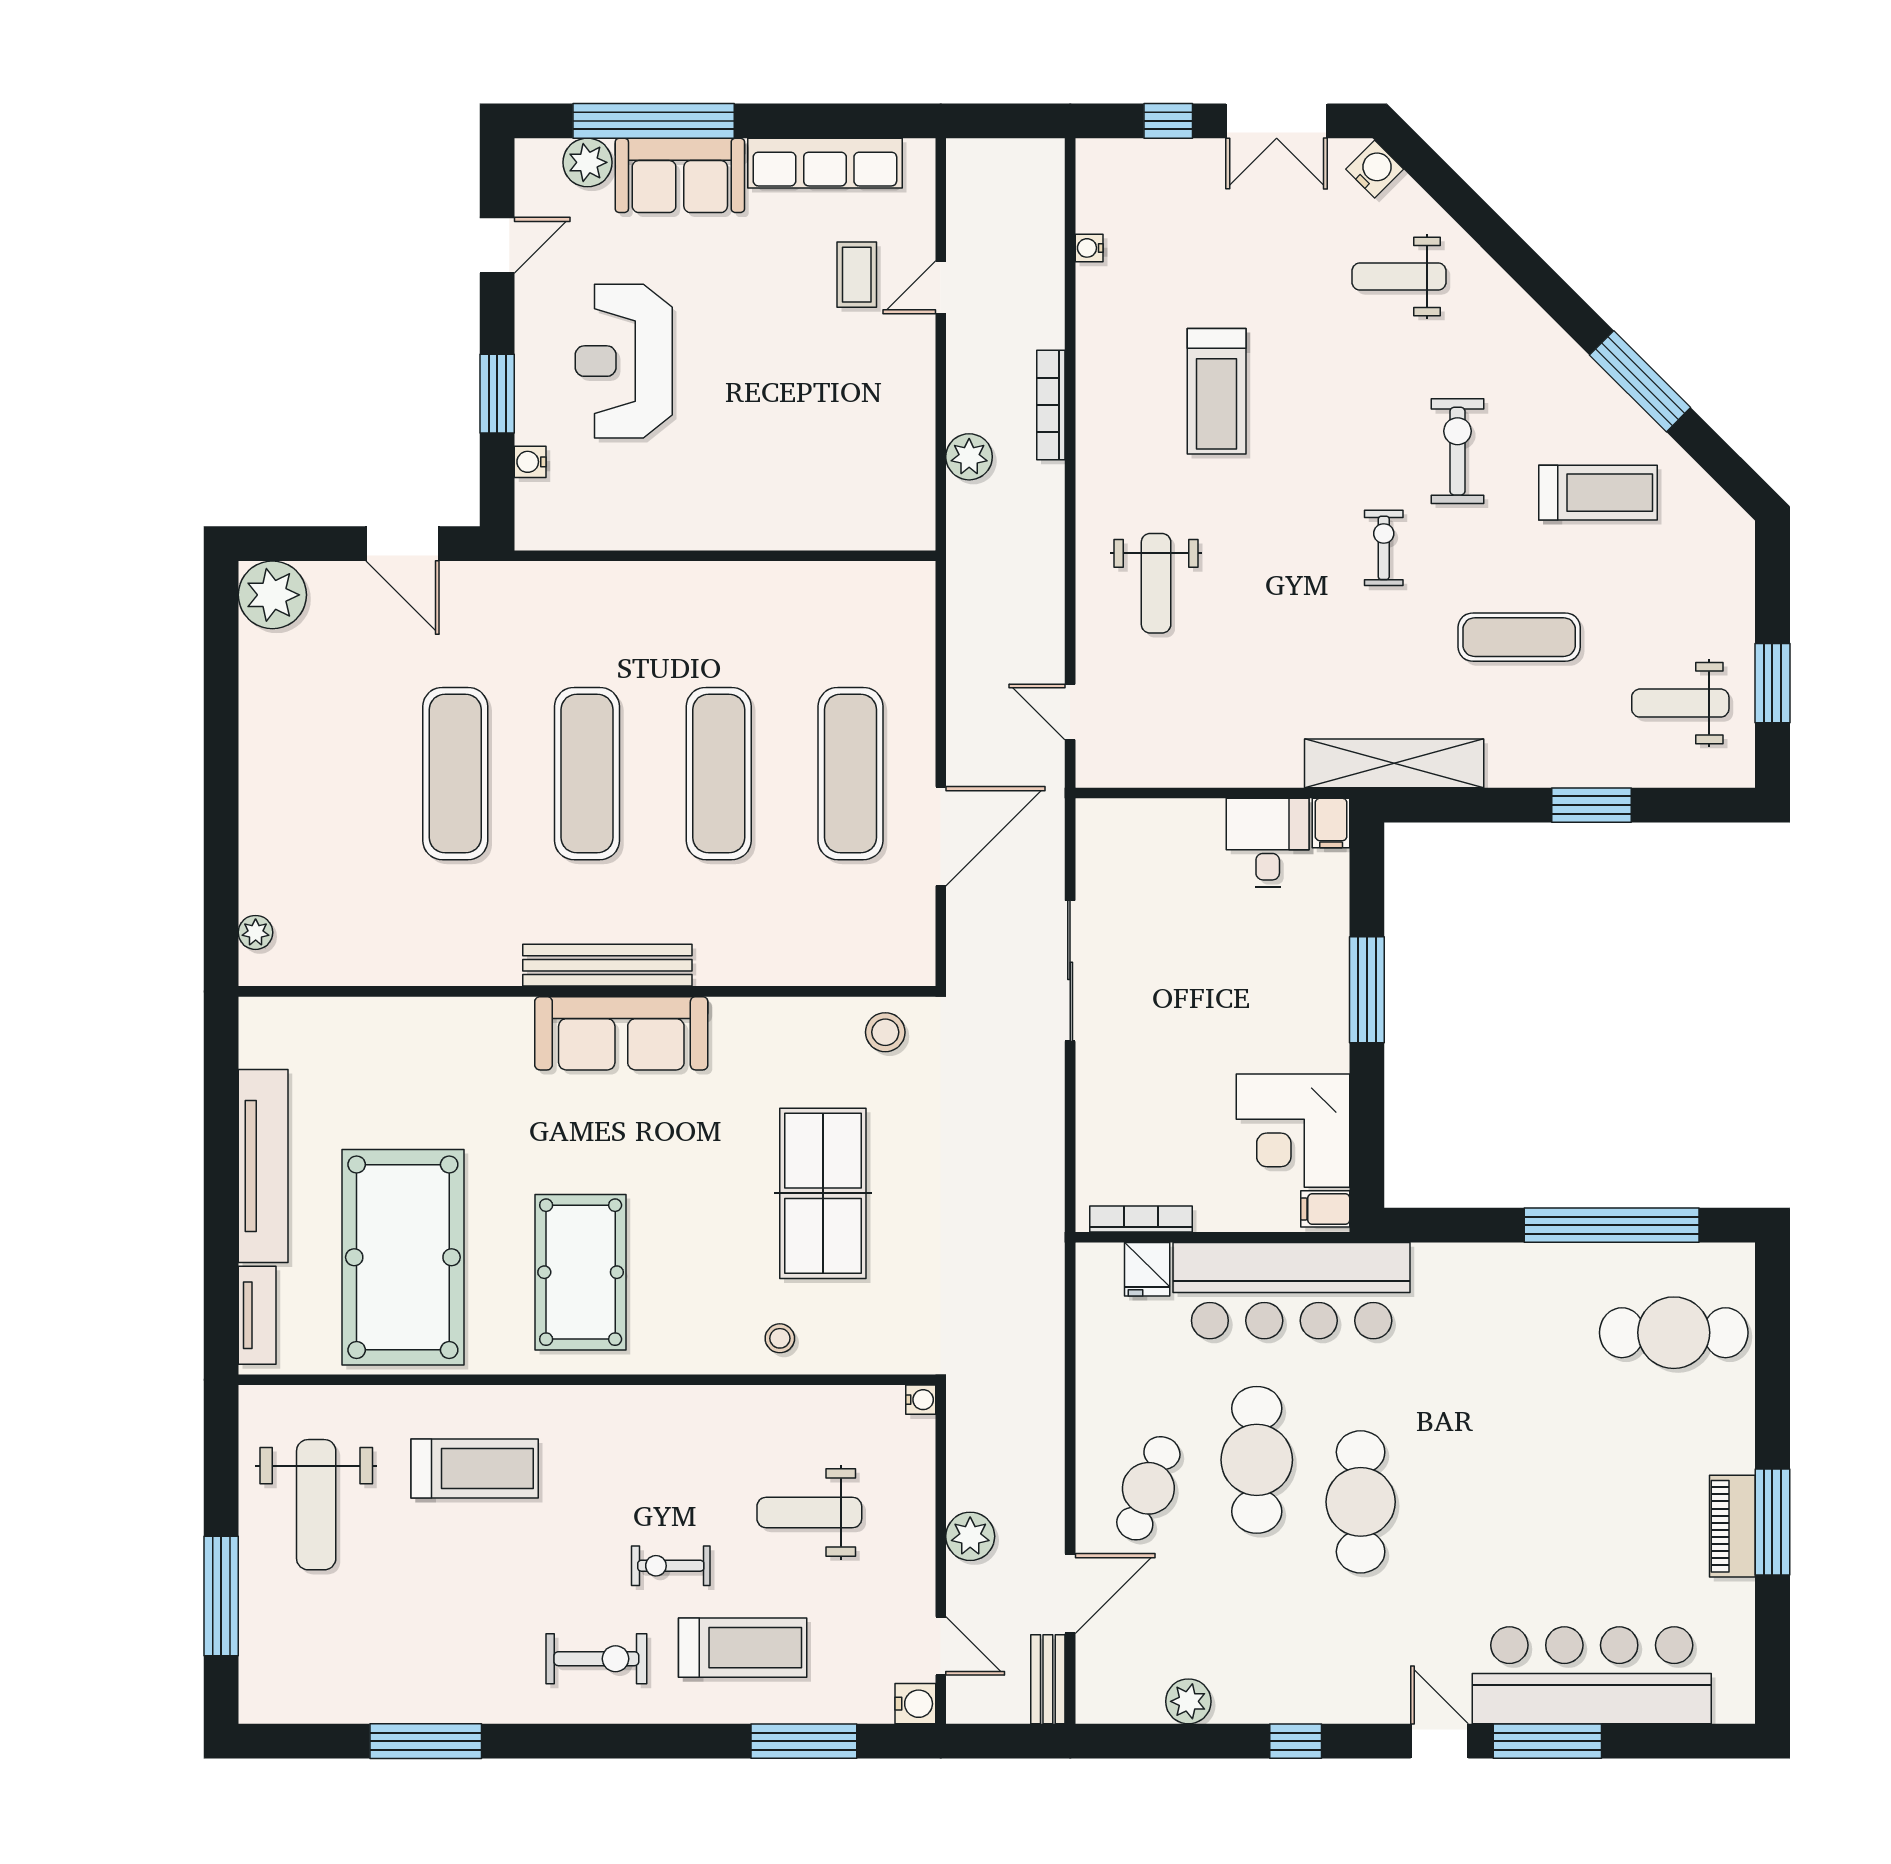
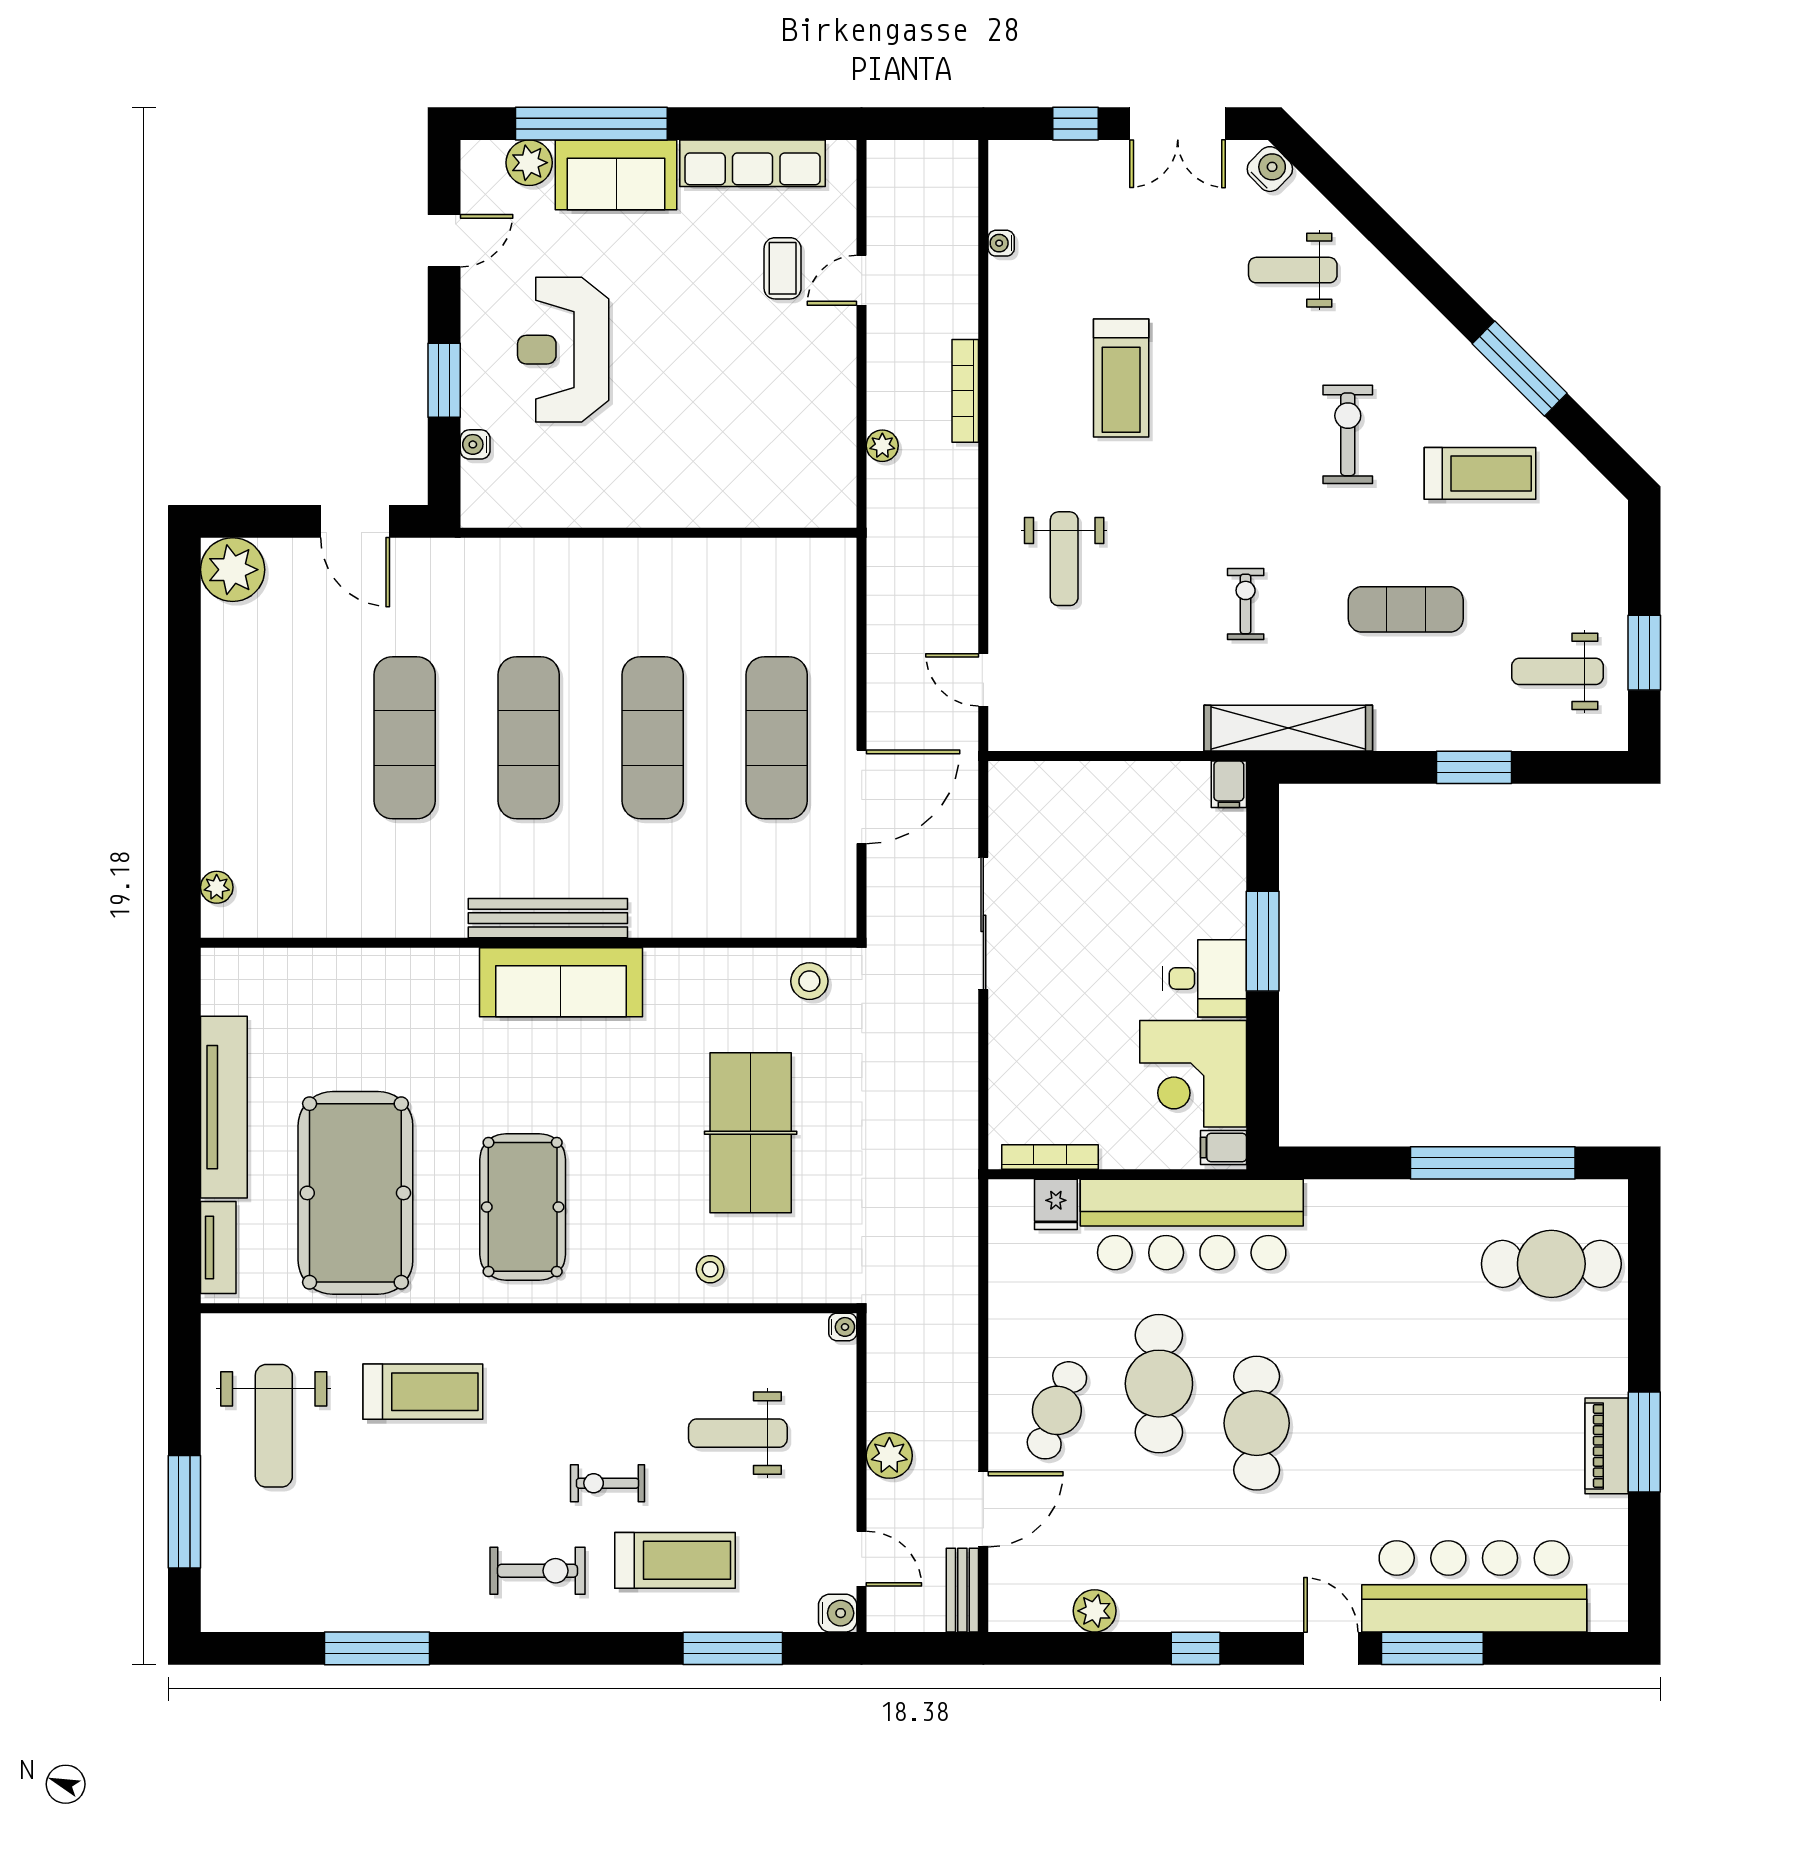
plant: (969, 457) -> (882, 446), width x0.73, depth x0.73
exercise bike: (1384, 548) -> (1246, 604), moved
desk: (1268, 843) -> (1205, 978), moved, turned 90

